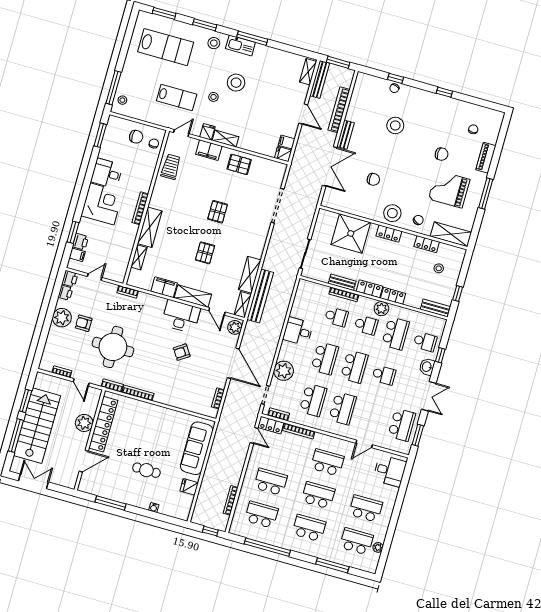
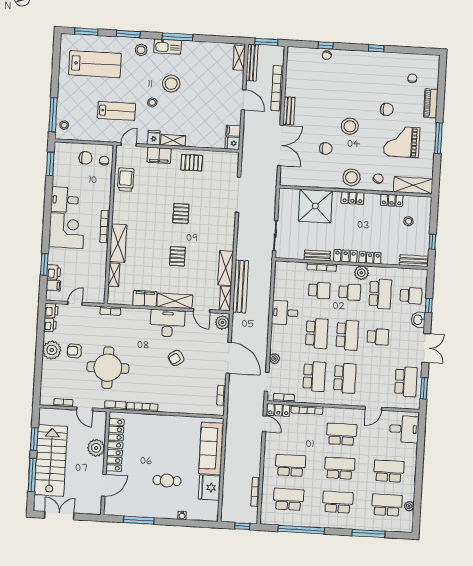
stool: (395, 125) -> (350, 126), moved
plant: (284, 371) -> (275, 359), width x0.53, depth x0.53
fridge: (189, 487) -> (209, 488), width x1.88, depth x1.34

